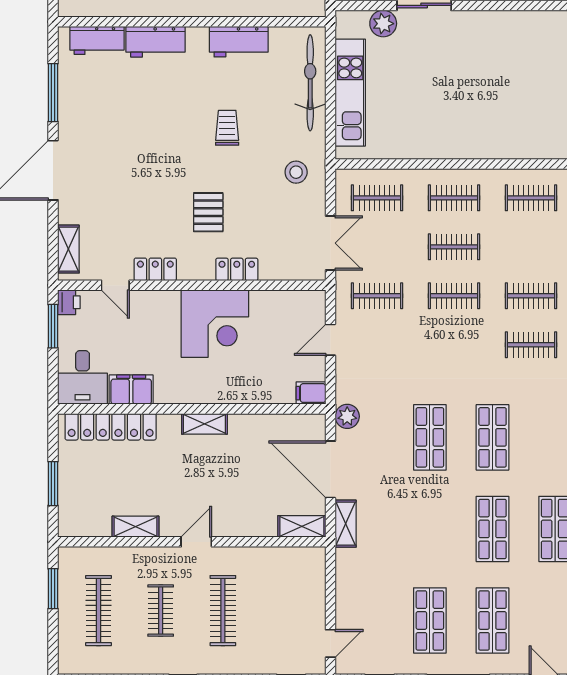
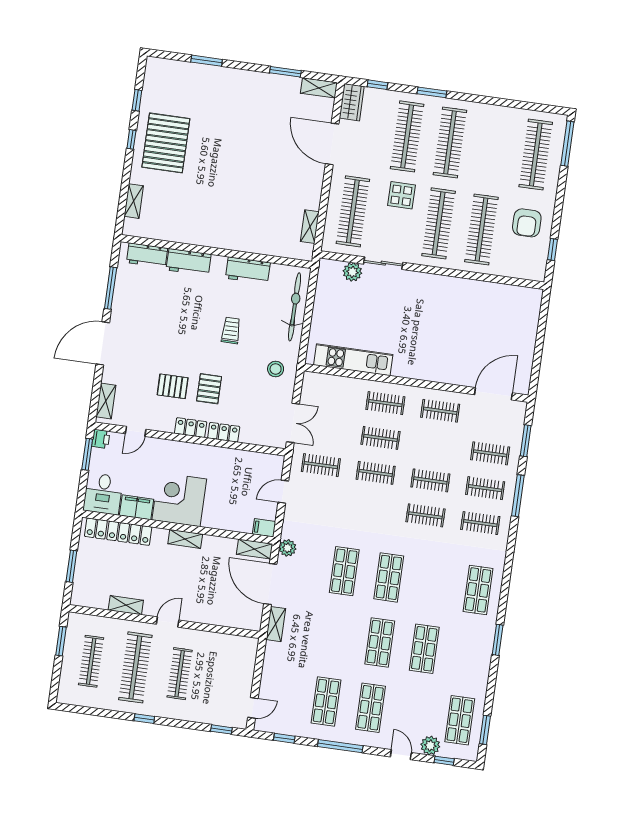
kitchen unit: (350, 93) -> (353, 360), moved, turned -90
clothes rail: (377, 198) -> (331, 395), removed
pallet: (157, 216) -> (173, 386), added
locker: (155, 269) -> (191, 428), moved
door: (115, 285) -> (136, 431), hinge flipped
corner desk: (215, 324) -> (179, 499), moved, turned 180
shelving: (302, 526) -> (254, 549), moved
clothes rail: (161, 611) -> (135, 667), width x1.86, depth x1.31

